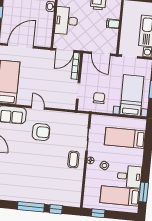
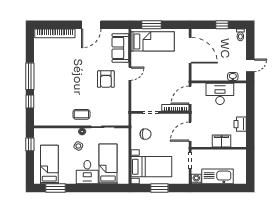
filing cabinet: (113, 24) -> (221, 141), width x2.00
door: (65, 50) -> (190, 95), hinge flipped
desk: (129, 176) -> (87, 172), moved

